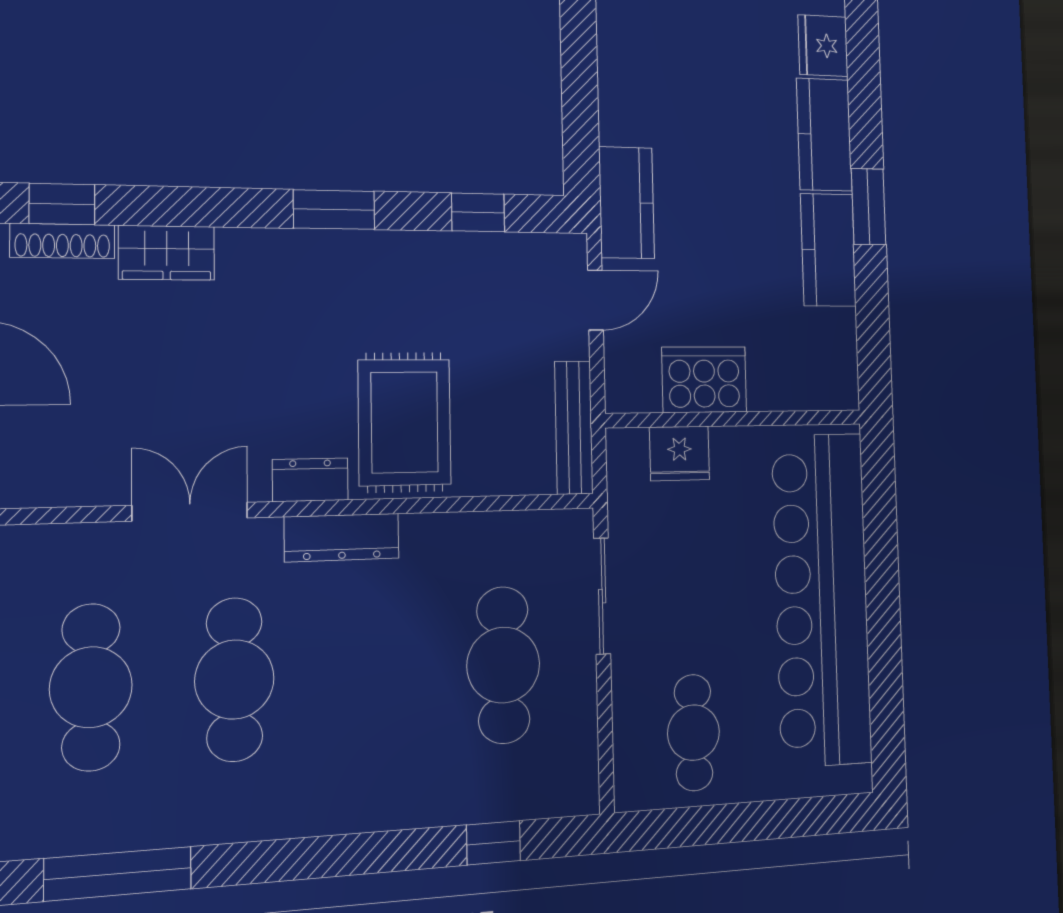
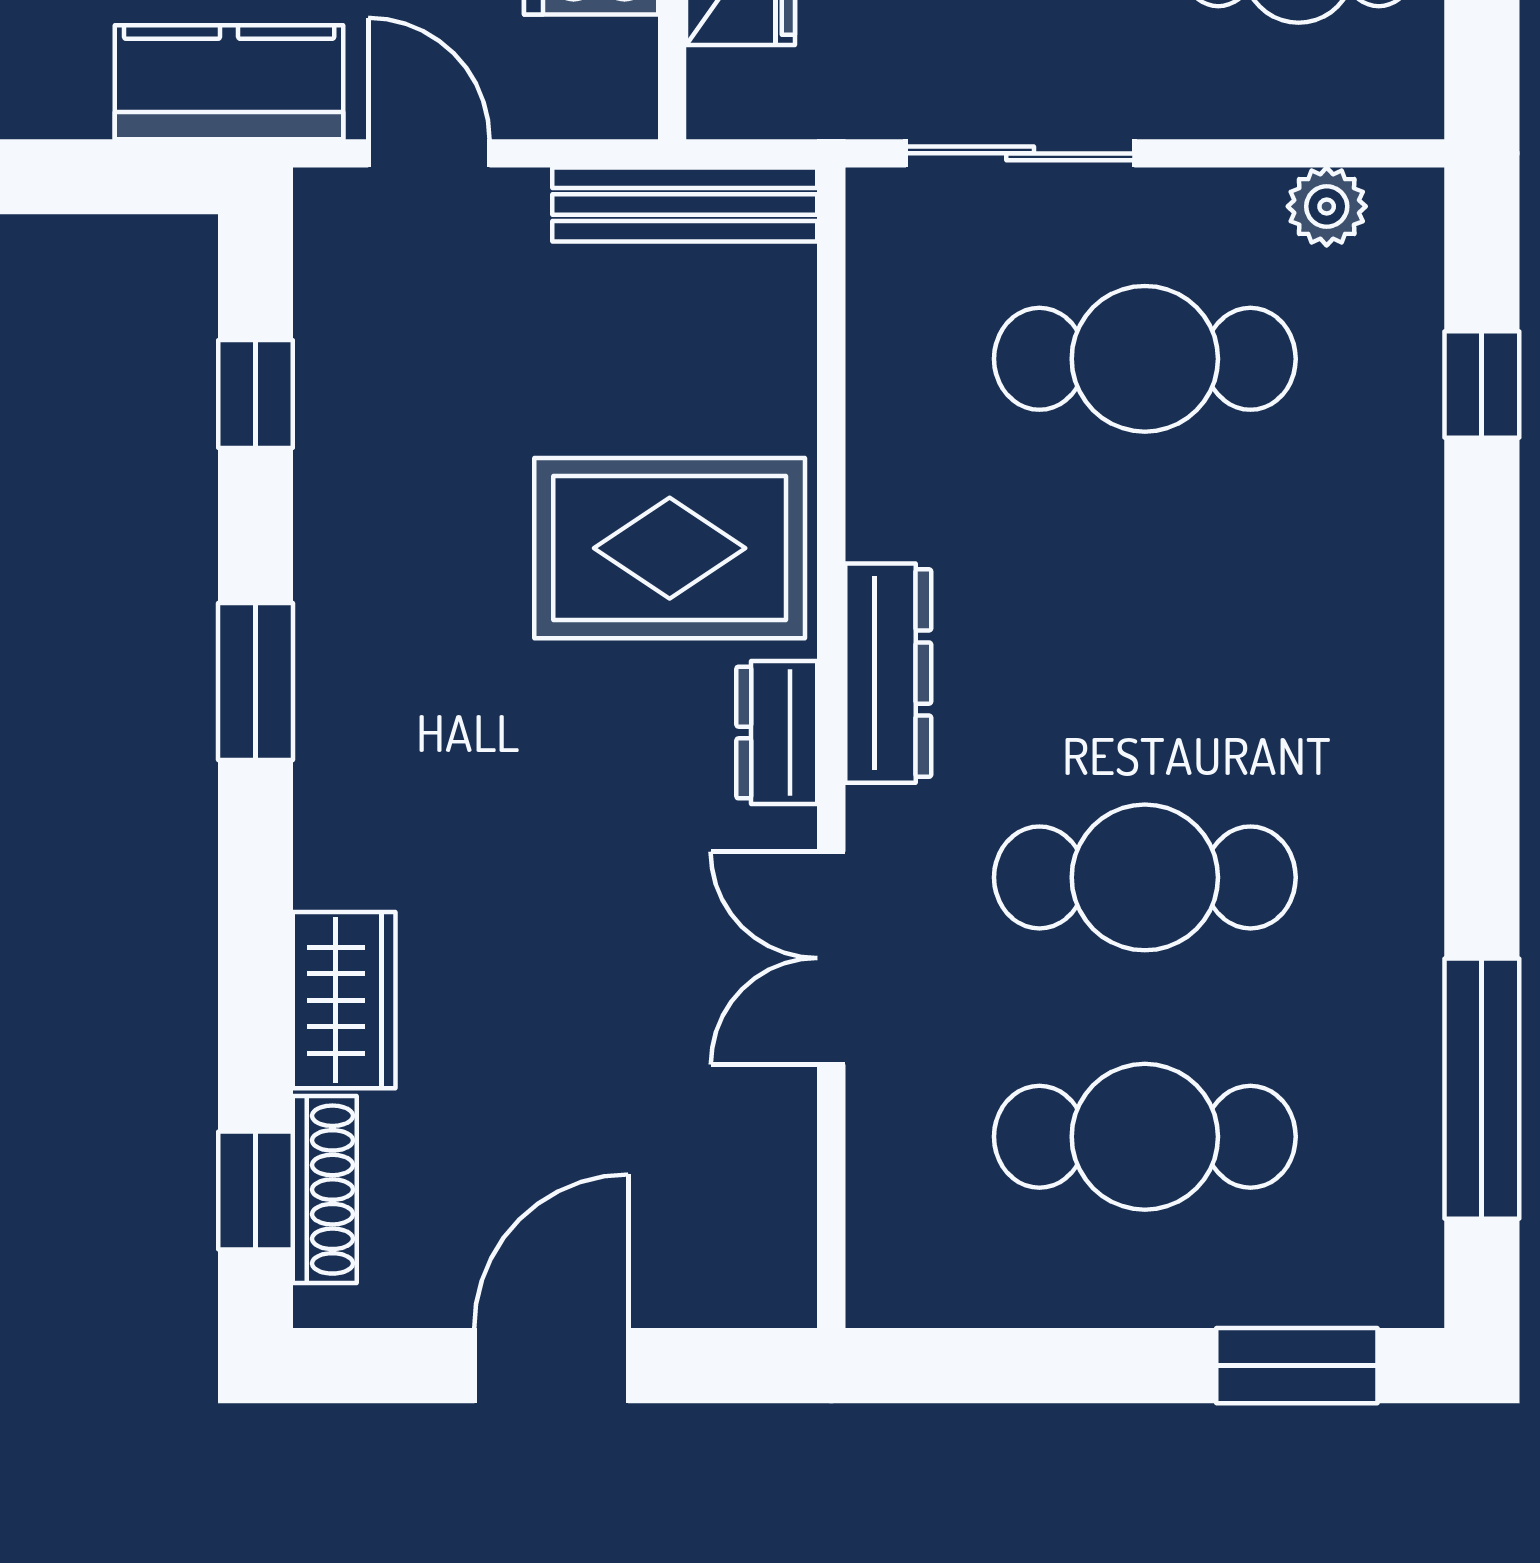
plant: (580, 755) -> (1327, 206), added

